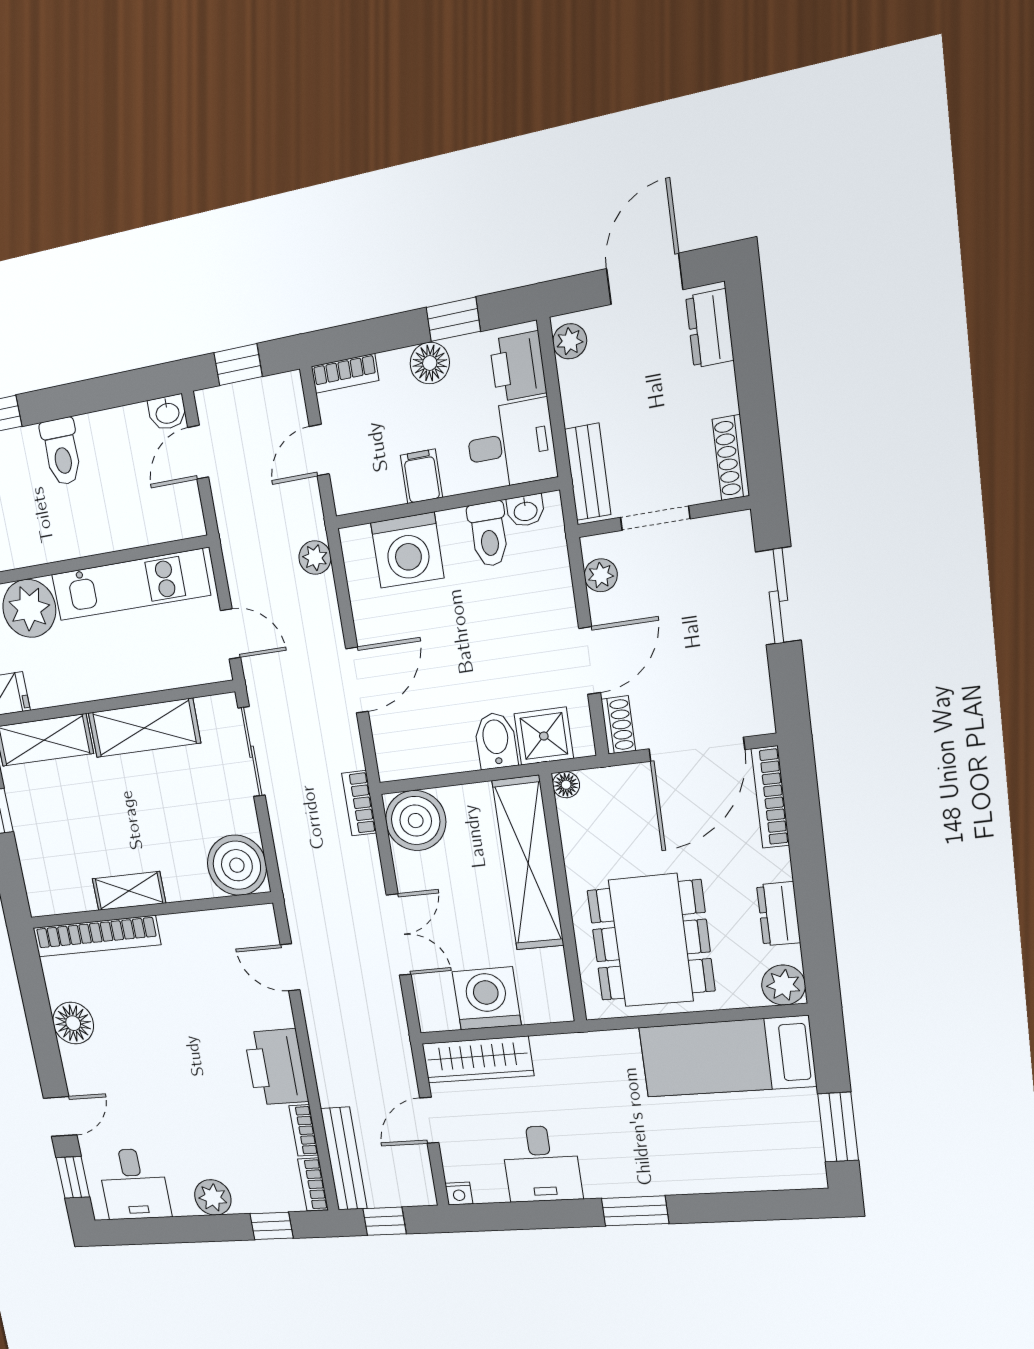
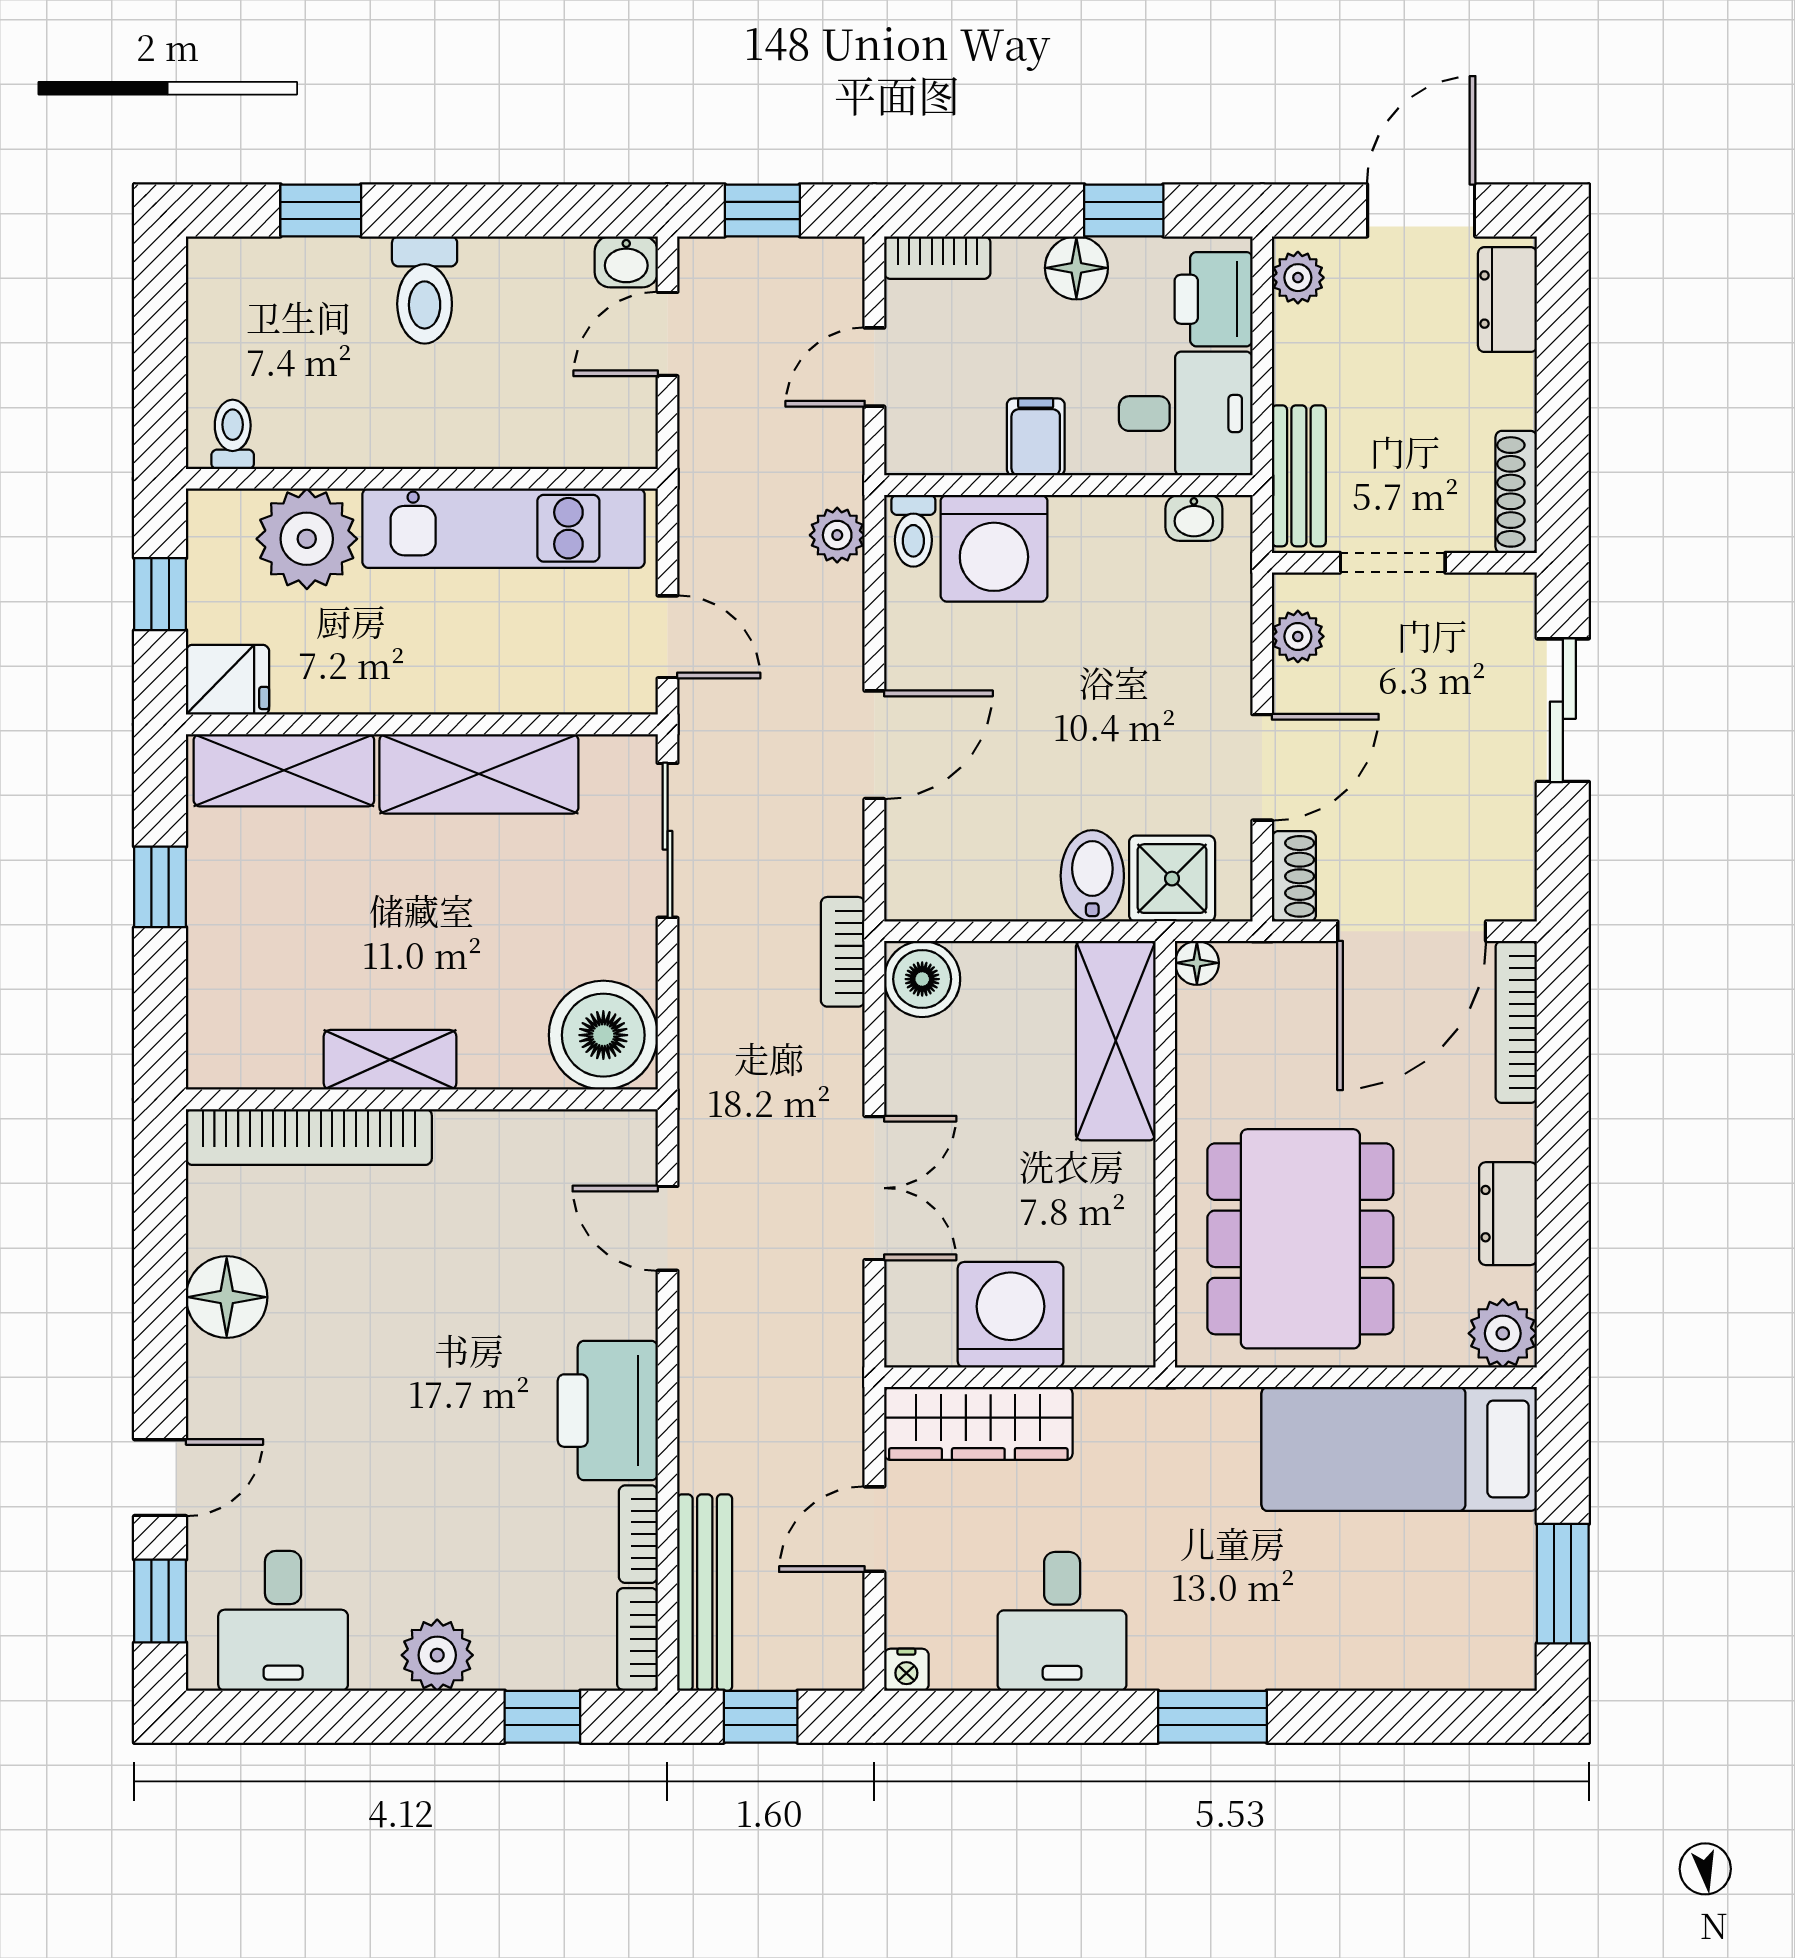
toilet: (489, 534) -> (913, 531), moved, width x0.73, depth x0.72
boiler: (416, 821) -> (922, 979), width x0.73, depth x0.73
shelving: (528, 863) -> (1116, 1041), width x0.68

